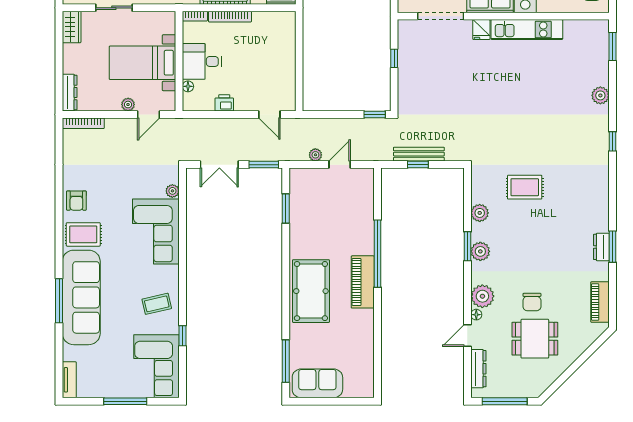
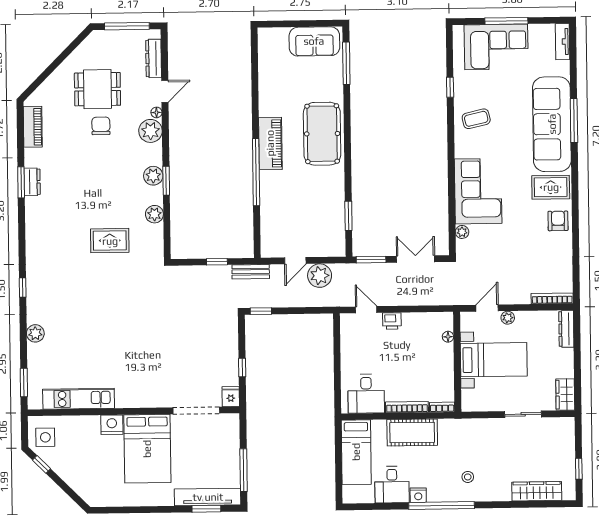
fridge: (481, 30) -> (231, 397), moved
kitchen unit: (527, 30) -> (79, 399), moved
desk: (202, 61) -> (366, 394), moved, turned 90
printer: (224, 103) -> (392, 321), moved
bench: (419, 154) -> (251, 272), moved, width x0.73
plant: (315, 155) -> (320, 276), width x1.88, depth x1.88
corner sofa: (157, 366) -> (496, 47), moved, turned 90

